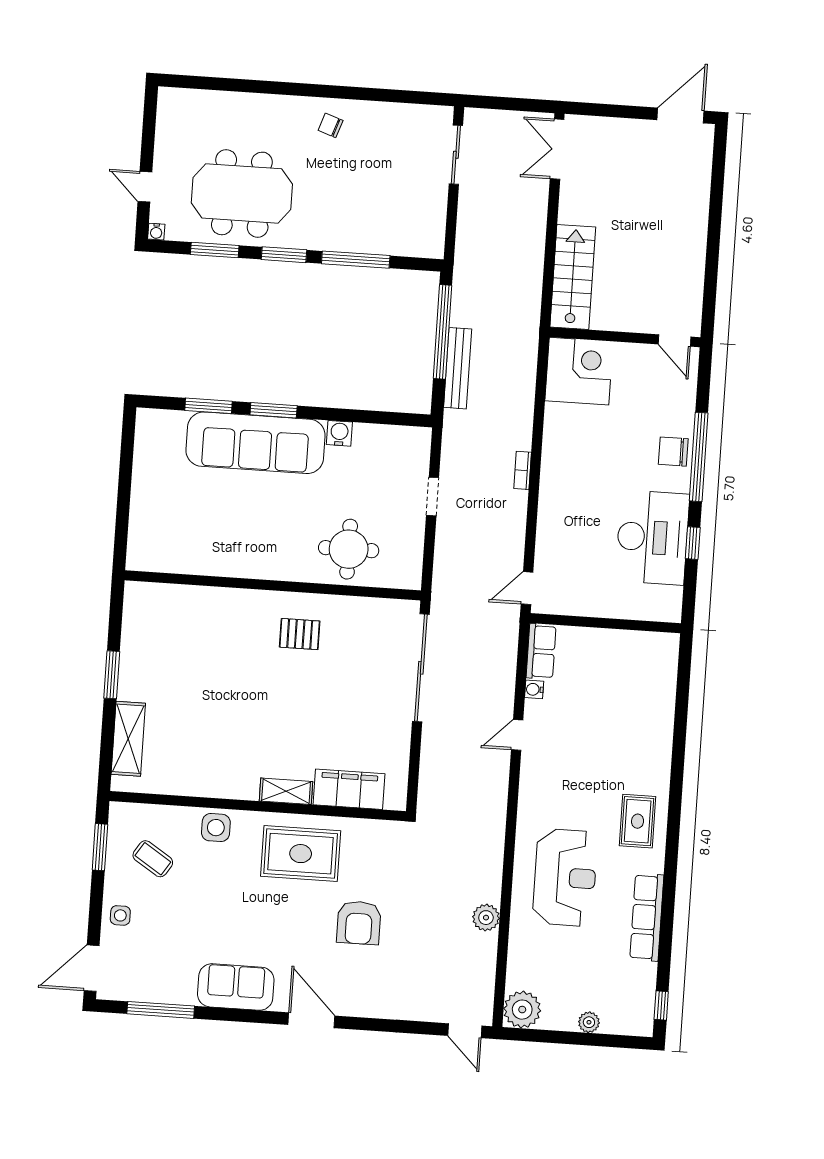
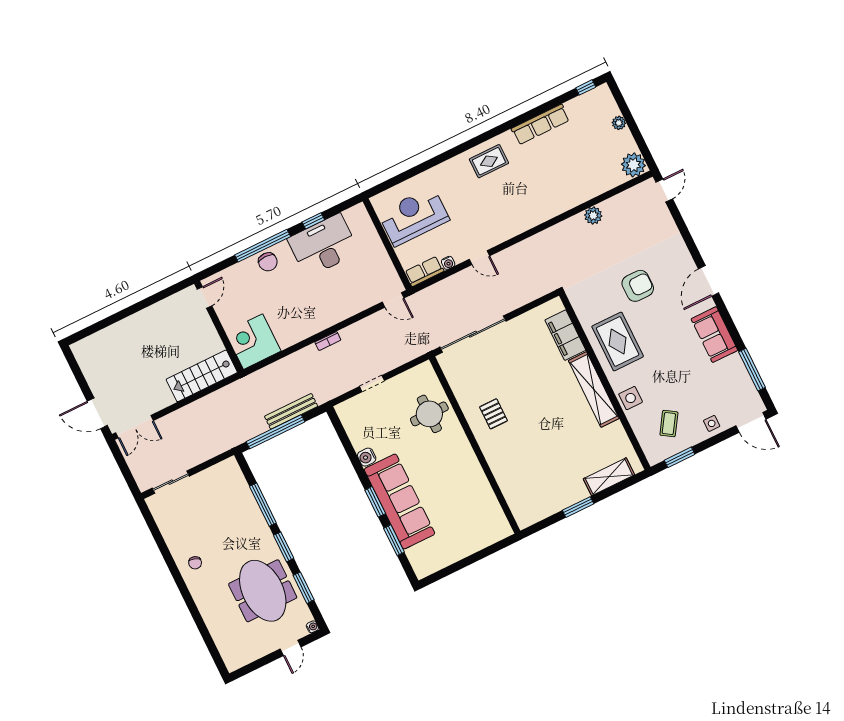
door: (680, 115) -> (97, 413), moved
shelving: (286, 791) -> (594, 390), width x2.20, depth x1.33
reception desk: (565, 878) -> (414, 216), moved

